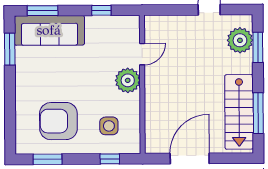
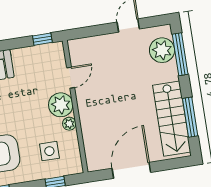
window: (101, 10) -> (42, 39), moved
window: (258, 47) -> (180, 54), width x1.44
plant: (134, 101) -> (69, 124), added

